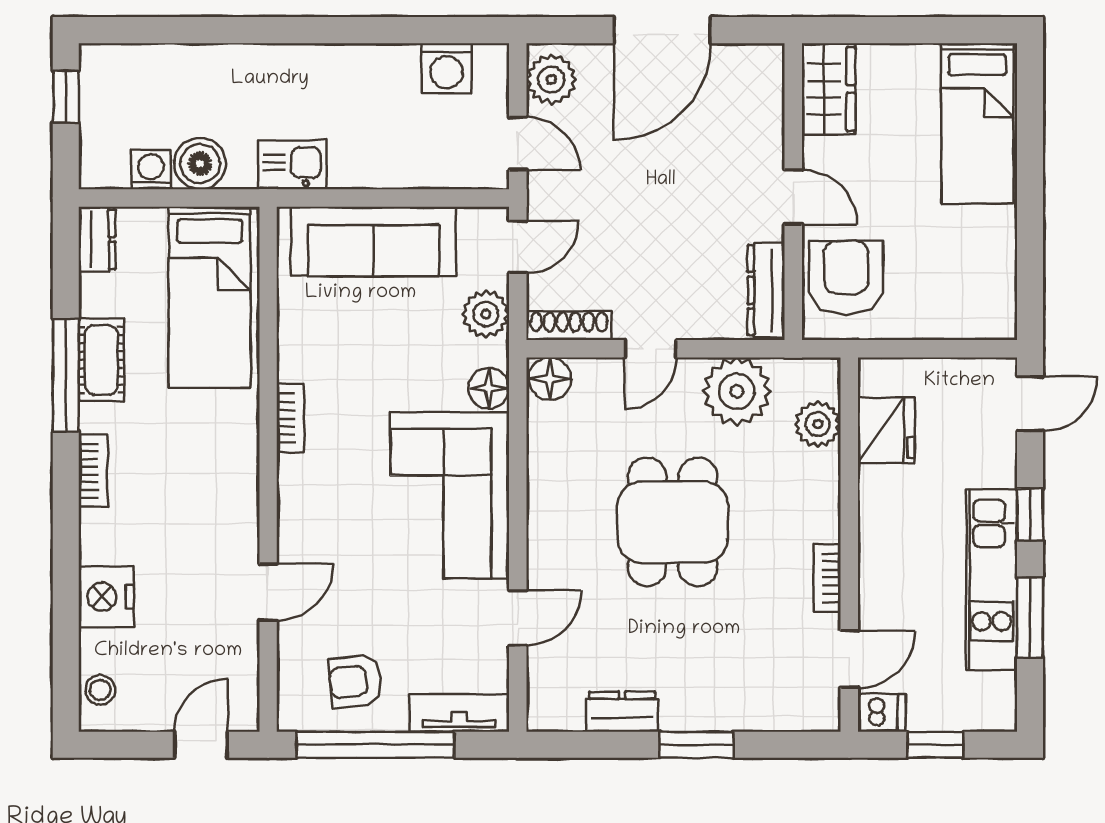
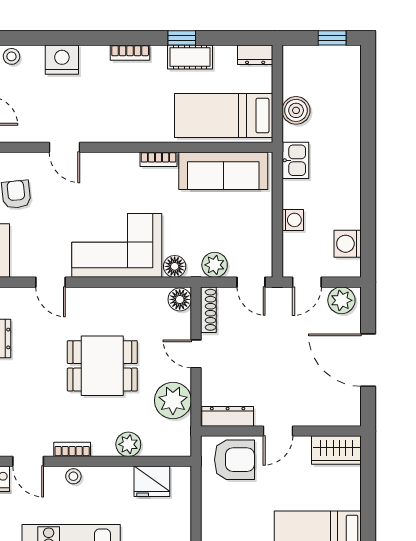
washing machine: (151, 170) -> (293, 220), moved
sofa: (374, 242) -> (223, 171), moved, turned -90
window: (66, 375) -> (182, 38), width x0.46
plant: (818, 424) -> (128, 444), moved
stool: (877, 575) -> (73, 476), added

